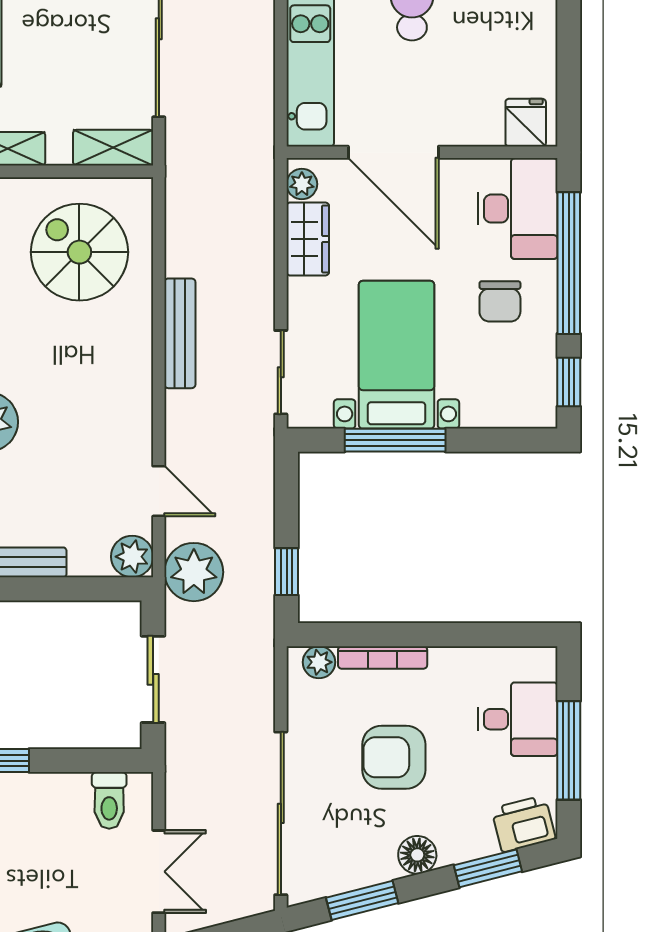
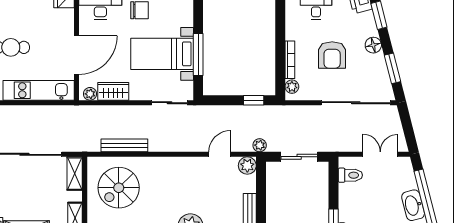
bench: (180, 333) -> (124, 145), moved
plant: (194, 572) -> (260, 145), width x0.53, depth x0.53

